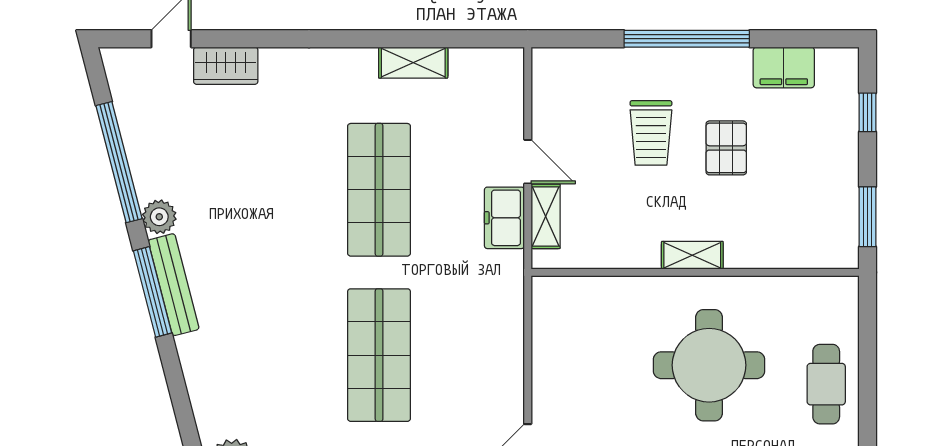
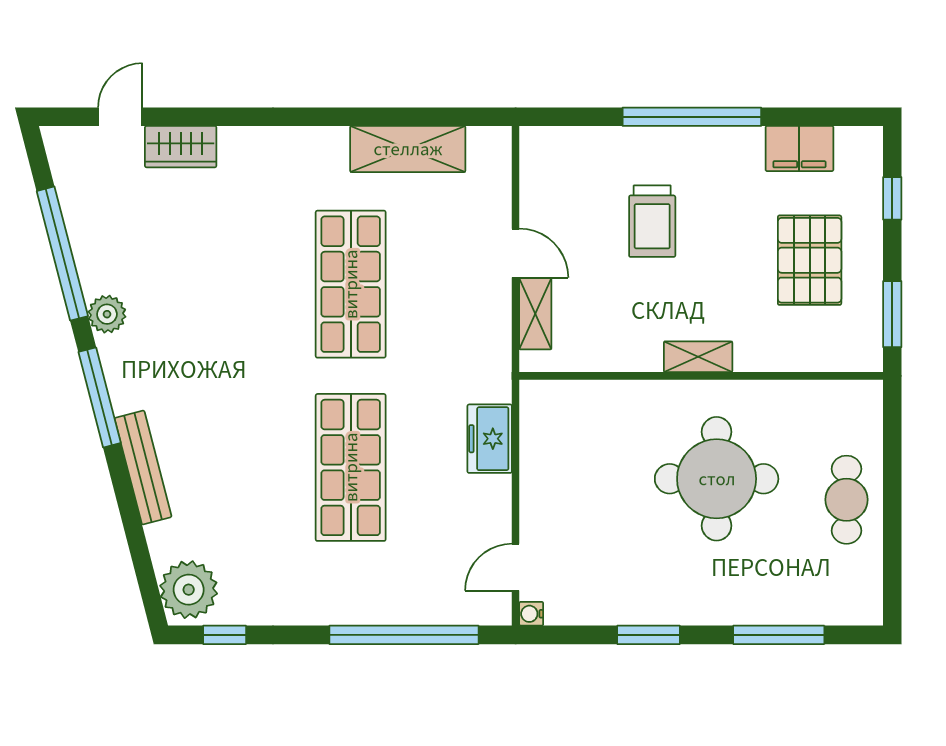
shelving: (413, 63) -> (408, 149), width x1.50, depth x1.33
pallet: (726, 148) -> (810, 260), moved, width x1.50, depth x1.42
freezer: (504, 218) -> (490, 439), moved
bench: (174, 285) -> (143, 467), moved

